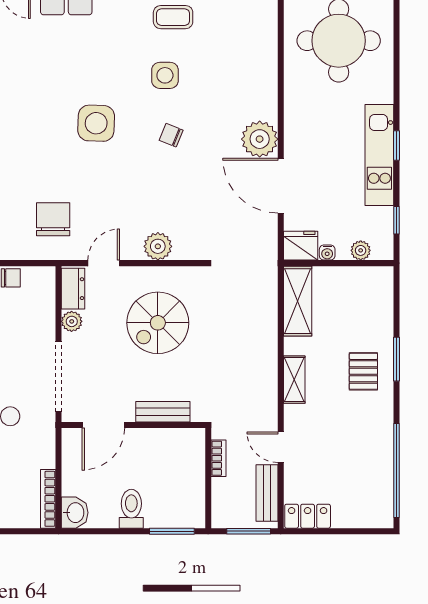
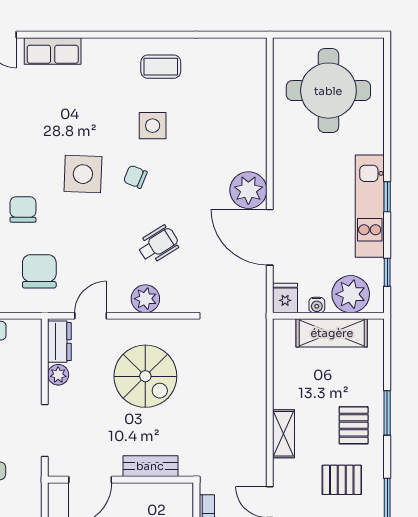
chair: (171, 135) -> (135, 177), moved
chair: (37, 158) -> (23, 209), added
wheelchair: (170, 193) -> (158, 244), added
fridge: (301, 246) -> (285, 298), width x0.72
plant: (361, 250) -> (351, 294), width x1.87, depth x1.87
shelving: (298, 301) -> (332, 333), moved, turned 90
spiral stairs: (158, 323) -> (145, 376), turned -90
doorway: (59, 376) -> (45, 430), width x0.73
pallet: (352, 425) -> (342, 480), added

